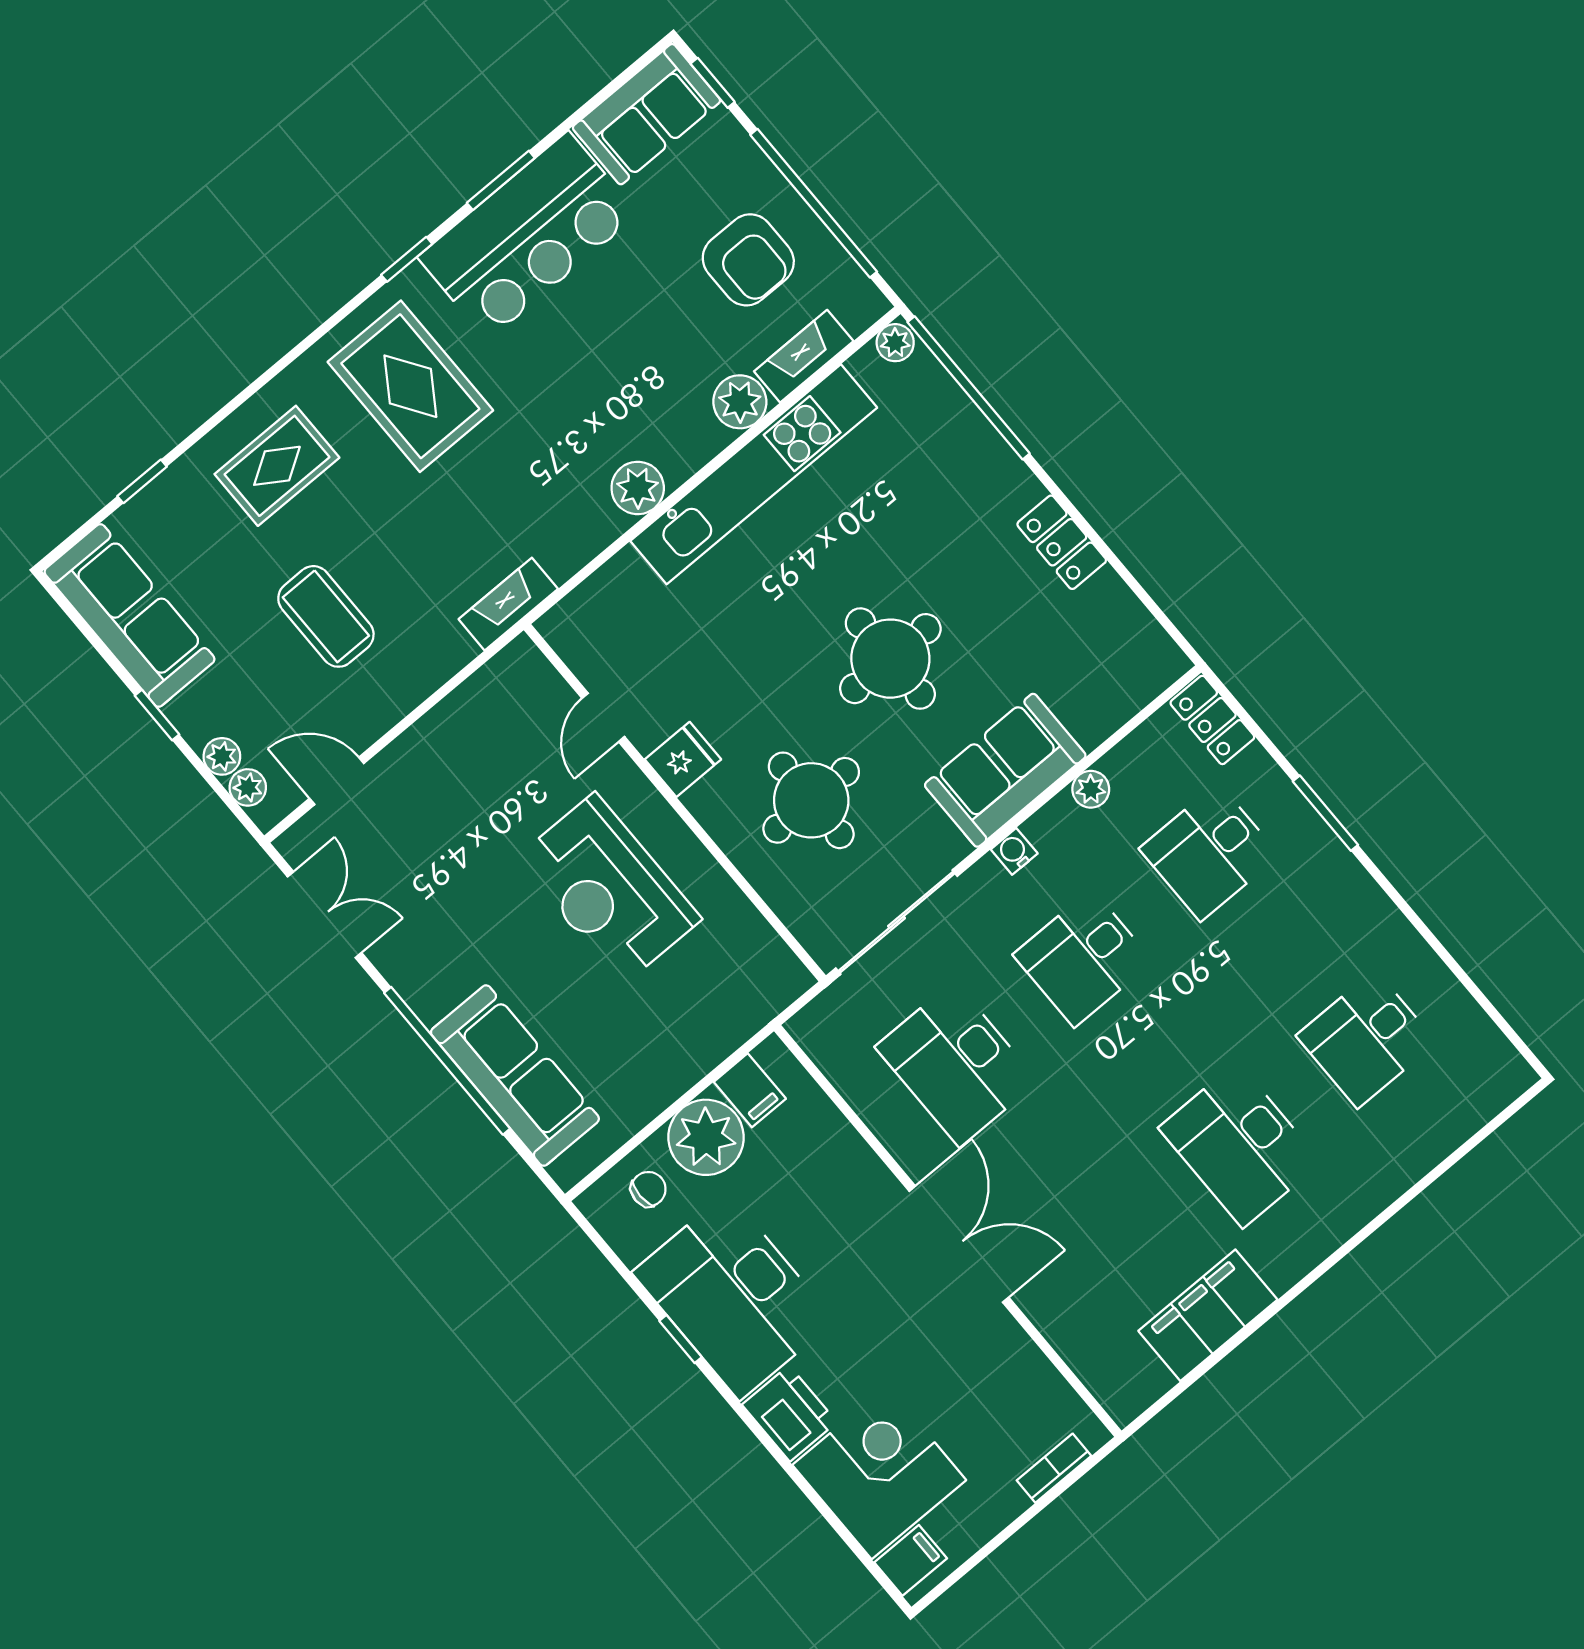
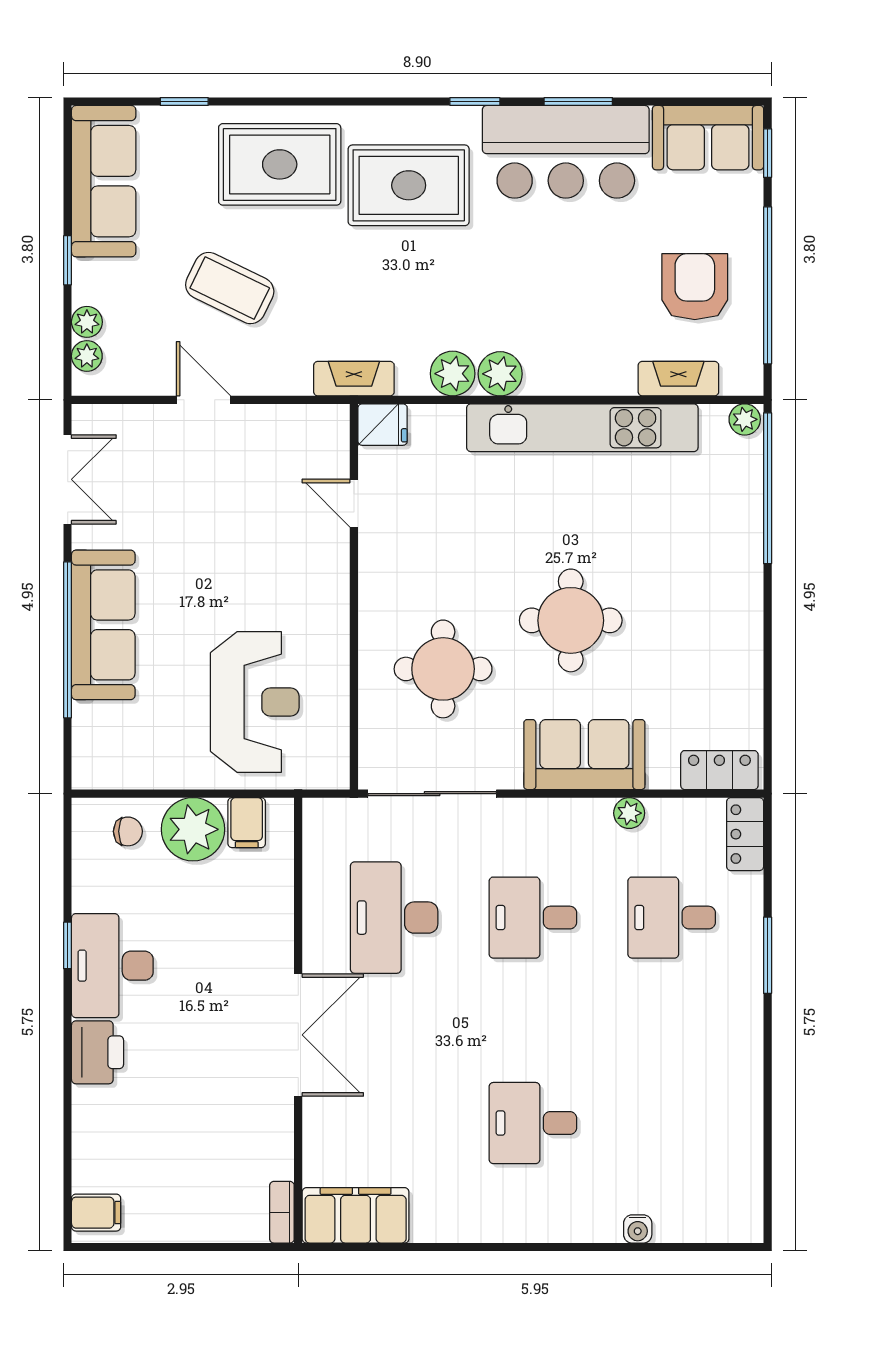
armchair: (748, 260) -> (695, 287), turned 180
rug: (410, 386) -> (409, 185), turned 90
plant: (740, 402) -> (453, 374), moved
rug: (277, 466) -> (280, 164), width x1.36, depth x1.43
locker: (1062, 542) -> (719, 770), moved, turned 90
coffee table: (326, 616) -> (230, 288), turned -64
door: (603, 717) -> (354, 503), hinge flipped
fridge: (683, 759) -> (383, 425), moved
door: (337, 781) -> (203, 400), moved
water cooler: (1014, 851) -> (638, 1229), moved, turned 180
reception desk: (609, 889) -> (255, 702), moved, turned 180
desk: (1366, 1039) -> (672, 1123), removed
sofa: (515, 1076) -> (103, 625), moved
desk: (1240, 1145) -> (533, 1123), width x0.73
desk: (733, 1296) -> (112, 966), width x0.73, depth x0.77
filing cabinet: (1208, 1315) -> (356, 1215), moved
bookcase: (1054, 1468) -> (282, 1212), moved, turned -90
corner desk: (879, 1472) -> (123, 1139), removed

